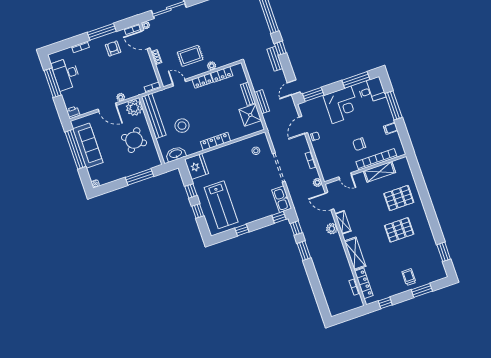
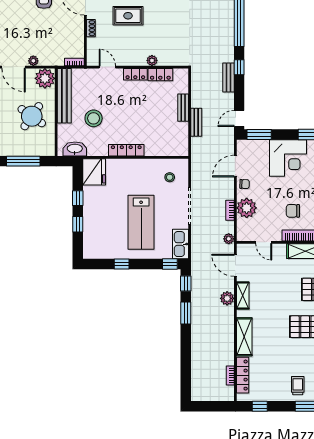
rug: (190, 56) -> (128, 16), moved
shower: (250, 115) -> (177, 133), removed
plant: (323, 154) -> (247, 208), added
lab bench: (221, 205) -> (141, 222), moved

